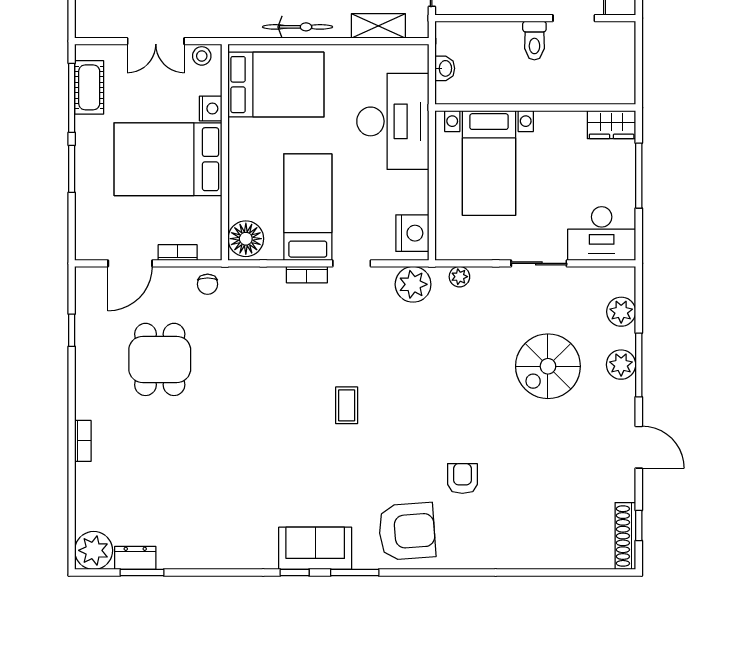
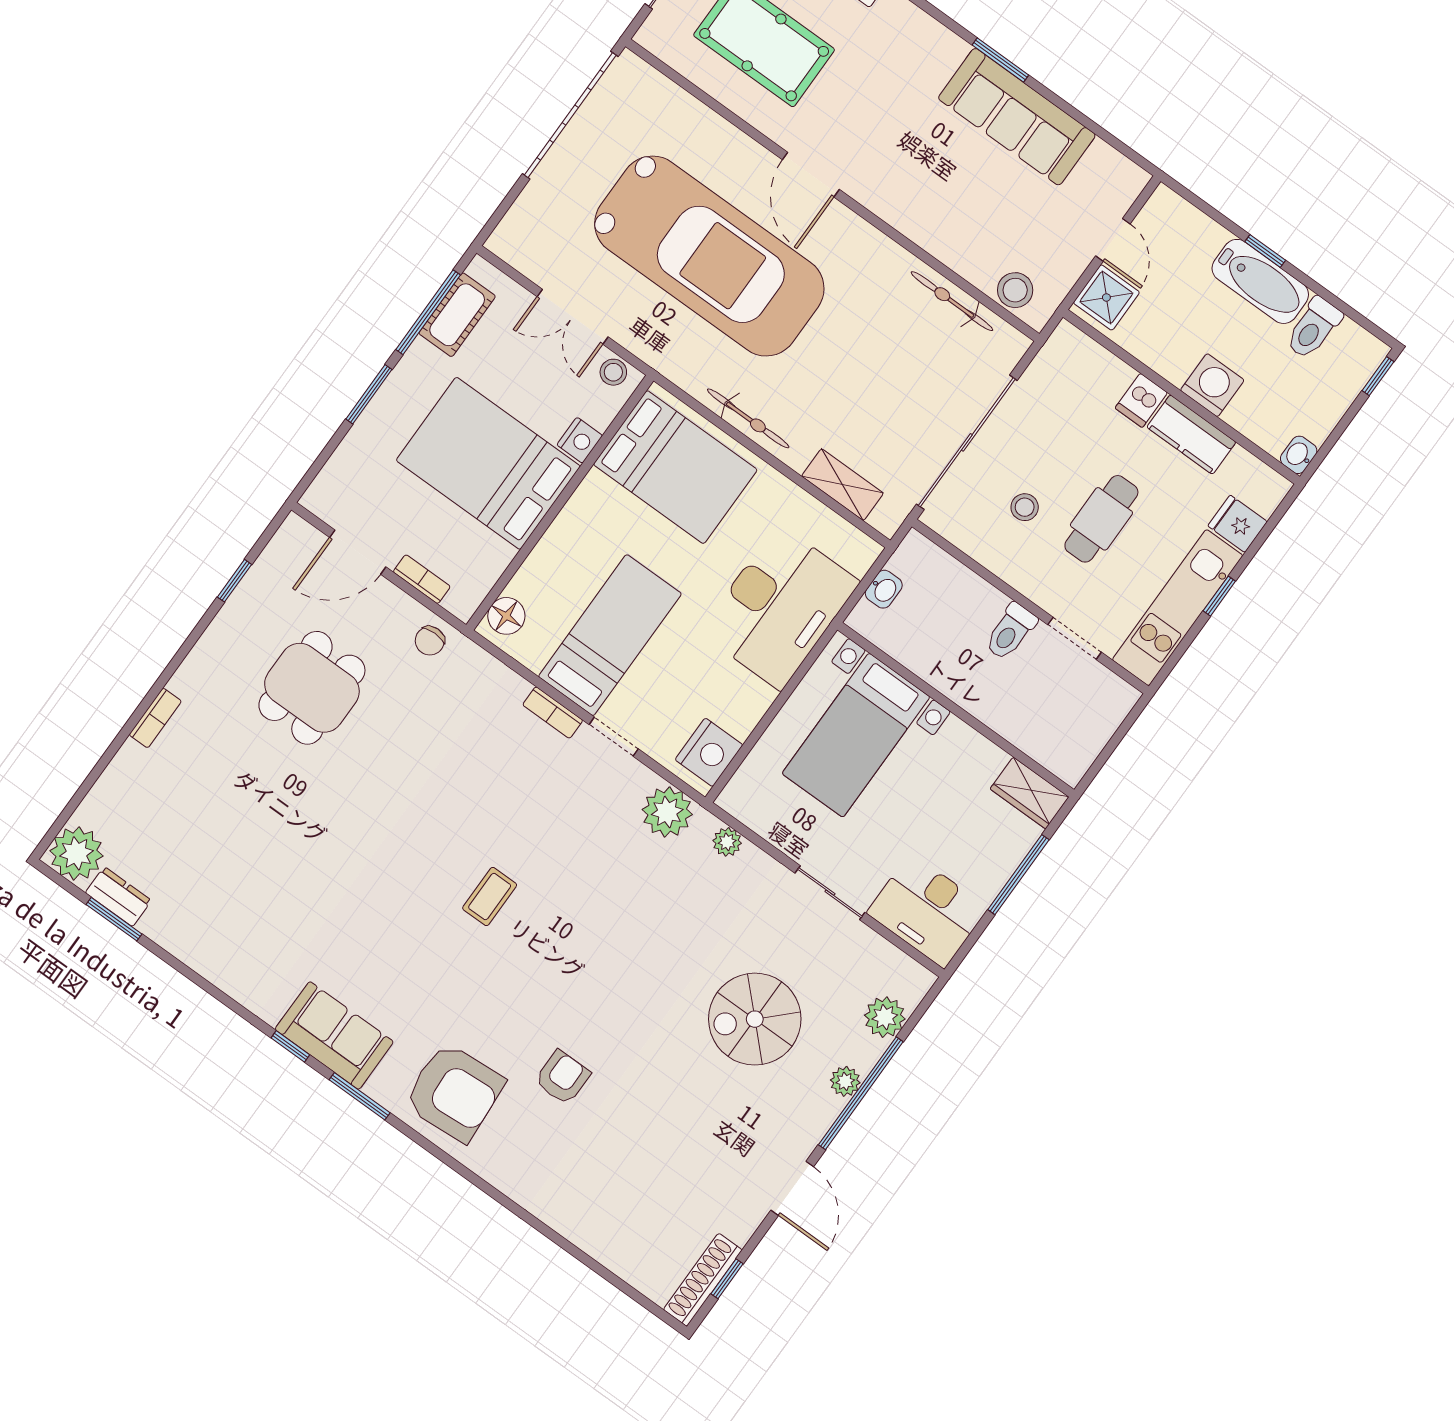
floor lamp: (246, 239) -> (506, 616), width x0.73, depth x0.73
plant: (621, 365) -> (845, 1081), width x0.73, depth x0.73
window: (639, 365) -> (861, 1093), width x1.46

